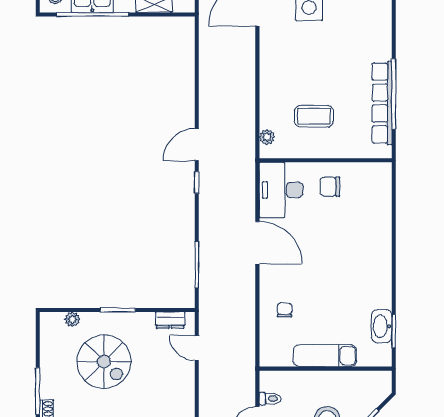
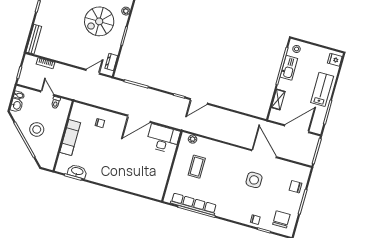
door: (197, 145) -> (199, 101), swing flipped
chair: (330, 187) -> (158, 165), removed

